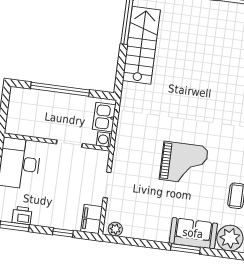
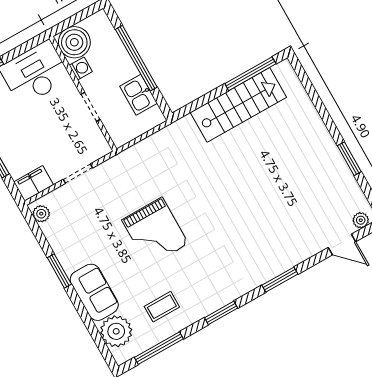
kitchen sink: (104, 117) -> (138, 95), moved, turned -90
boiler: (19, 122) -> (74, 42), added
washing machine: (104, 139) -> (81, 68), moved, turned 90
window: (185, 249) -> (59, 271), moved

